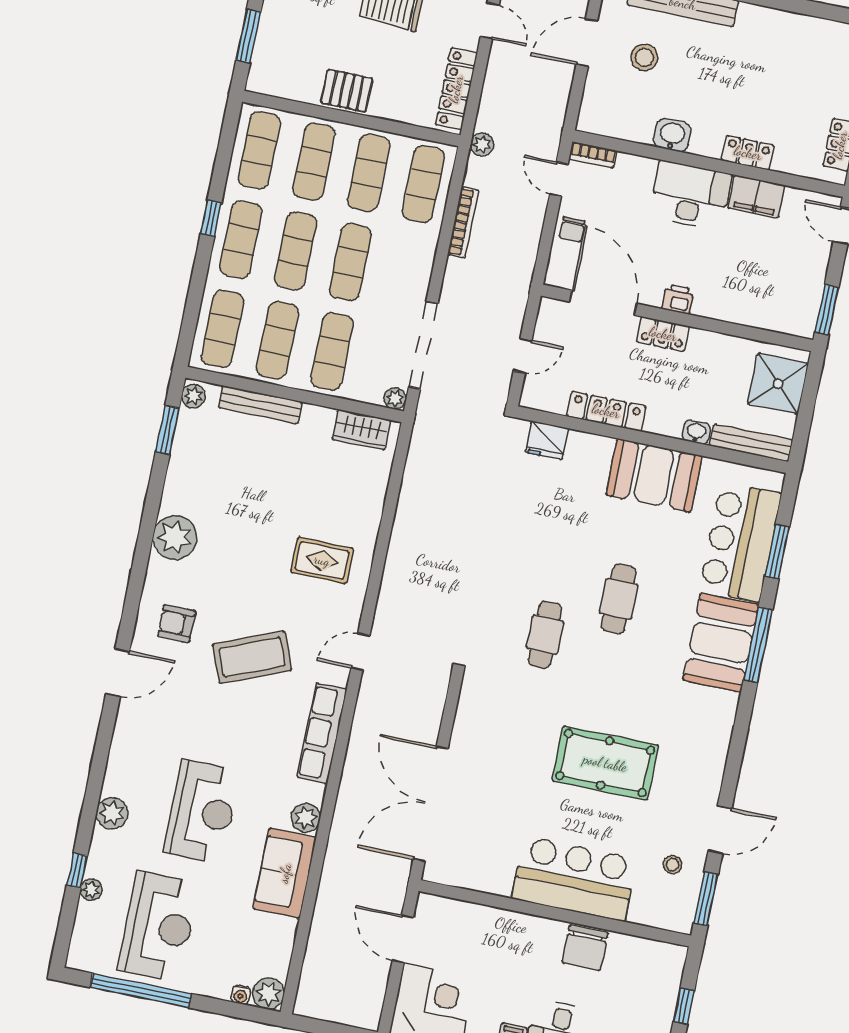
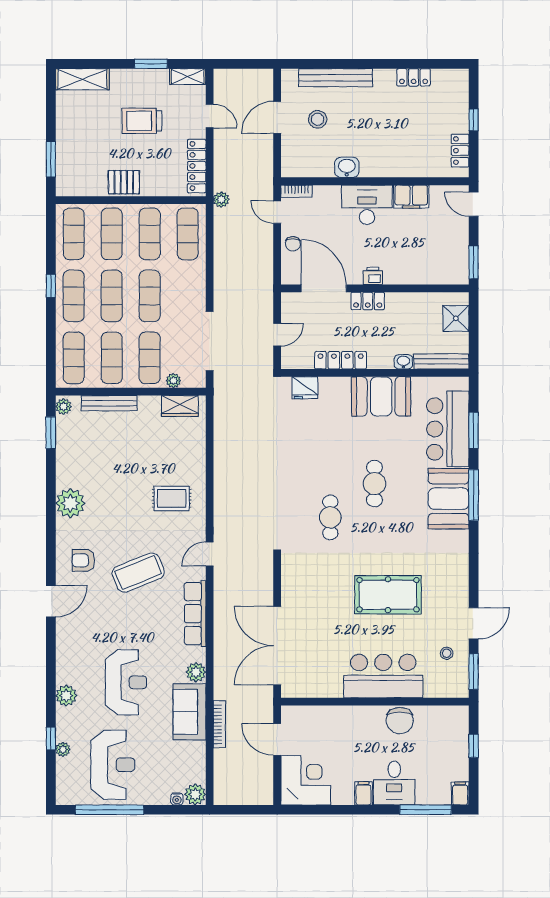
locker: (748, 153) -> (414, 77), moved, turned 180
bookcase: (463, 222) -> (219, 724), moved
shower: (778, 384) -> (456, 318), width x0.73, depth x0.73
plant: (395, 398) -> (173, 381), moved

